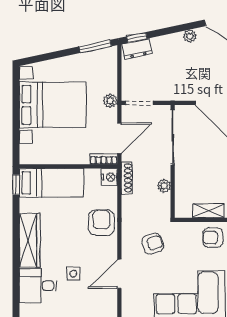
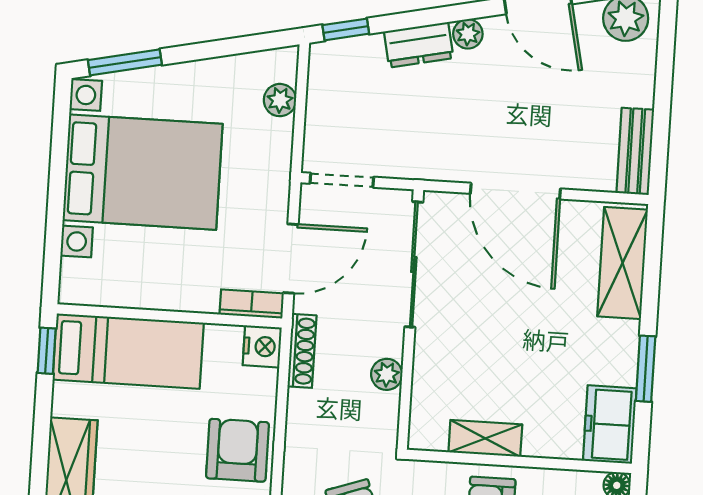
window: (95, 46) -> (125, 62), moved
dresser: (137, 49) -> (419, 45), moved
plant: (110, 101) -> (280, 100), moved

